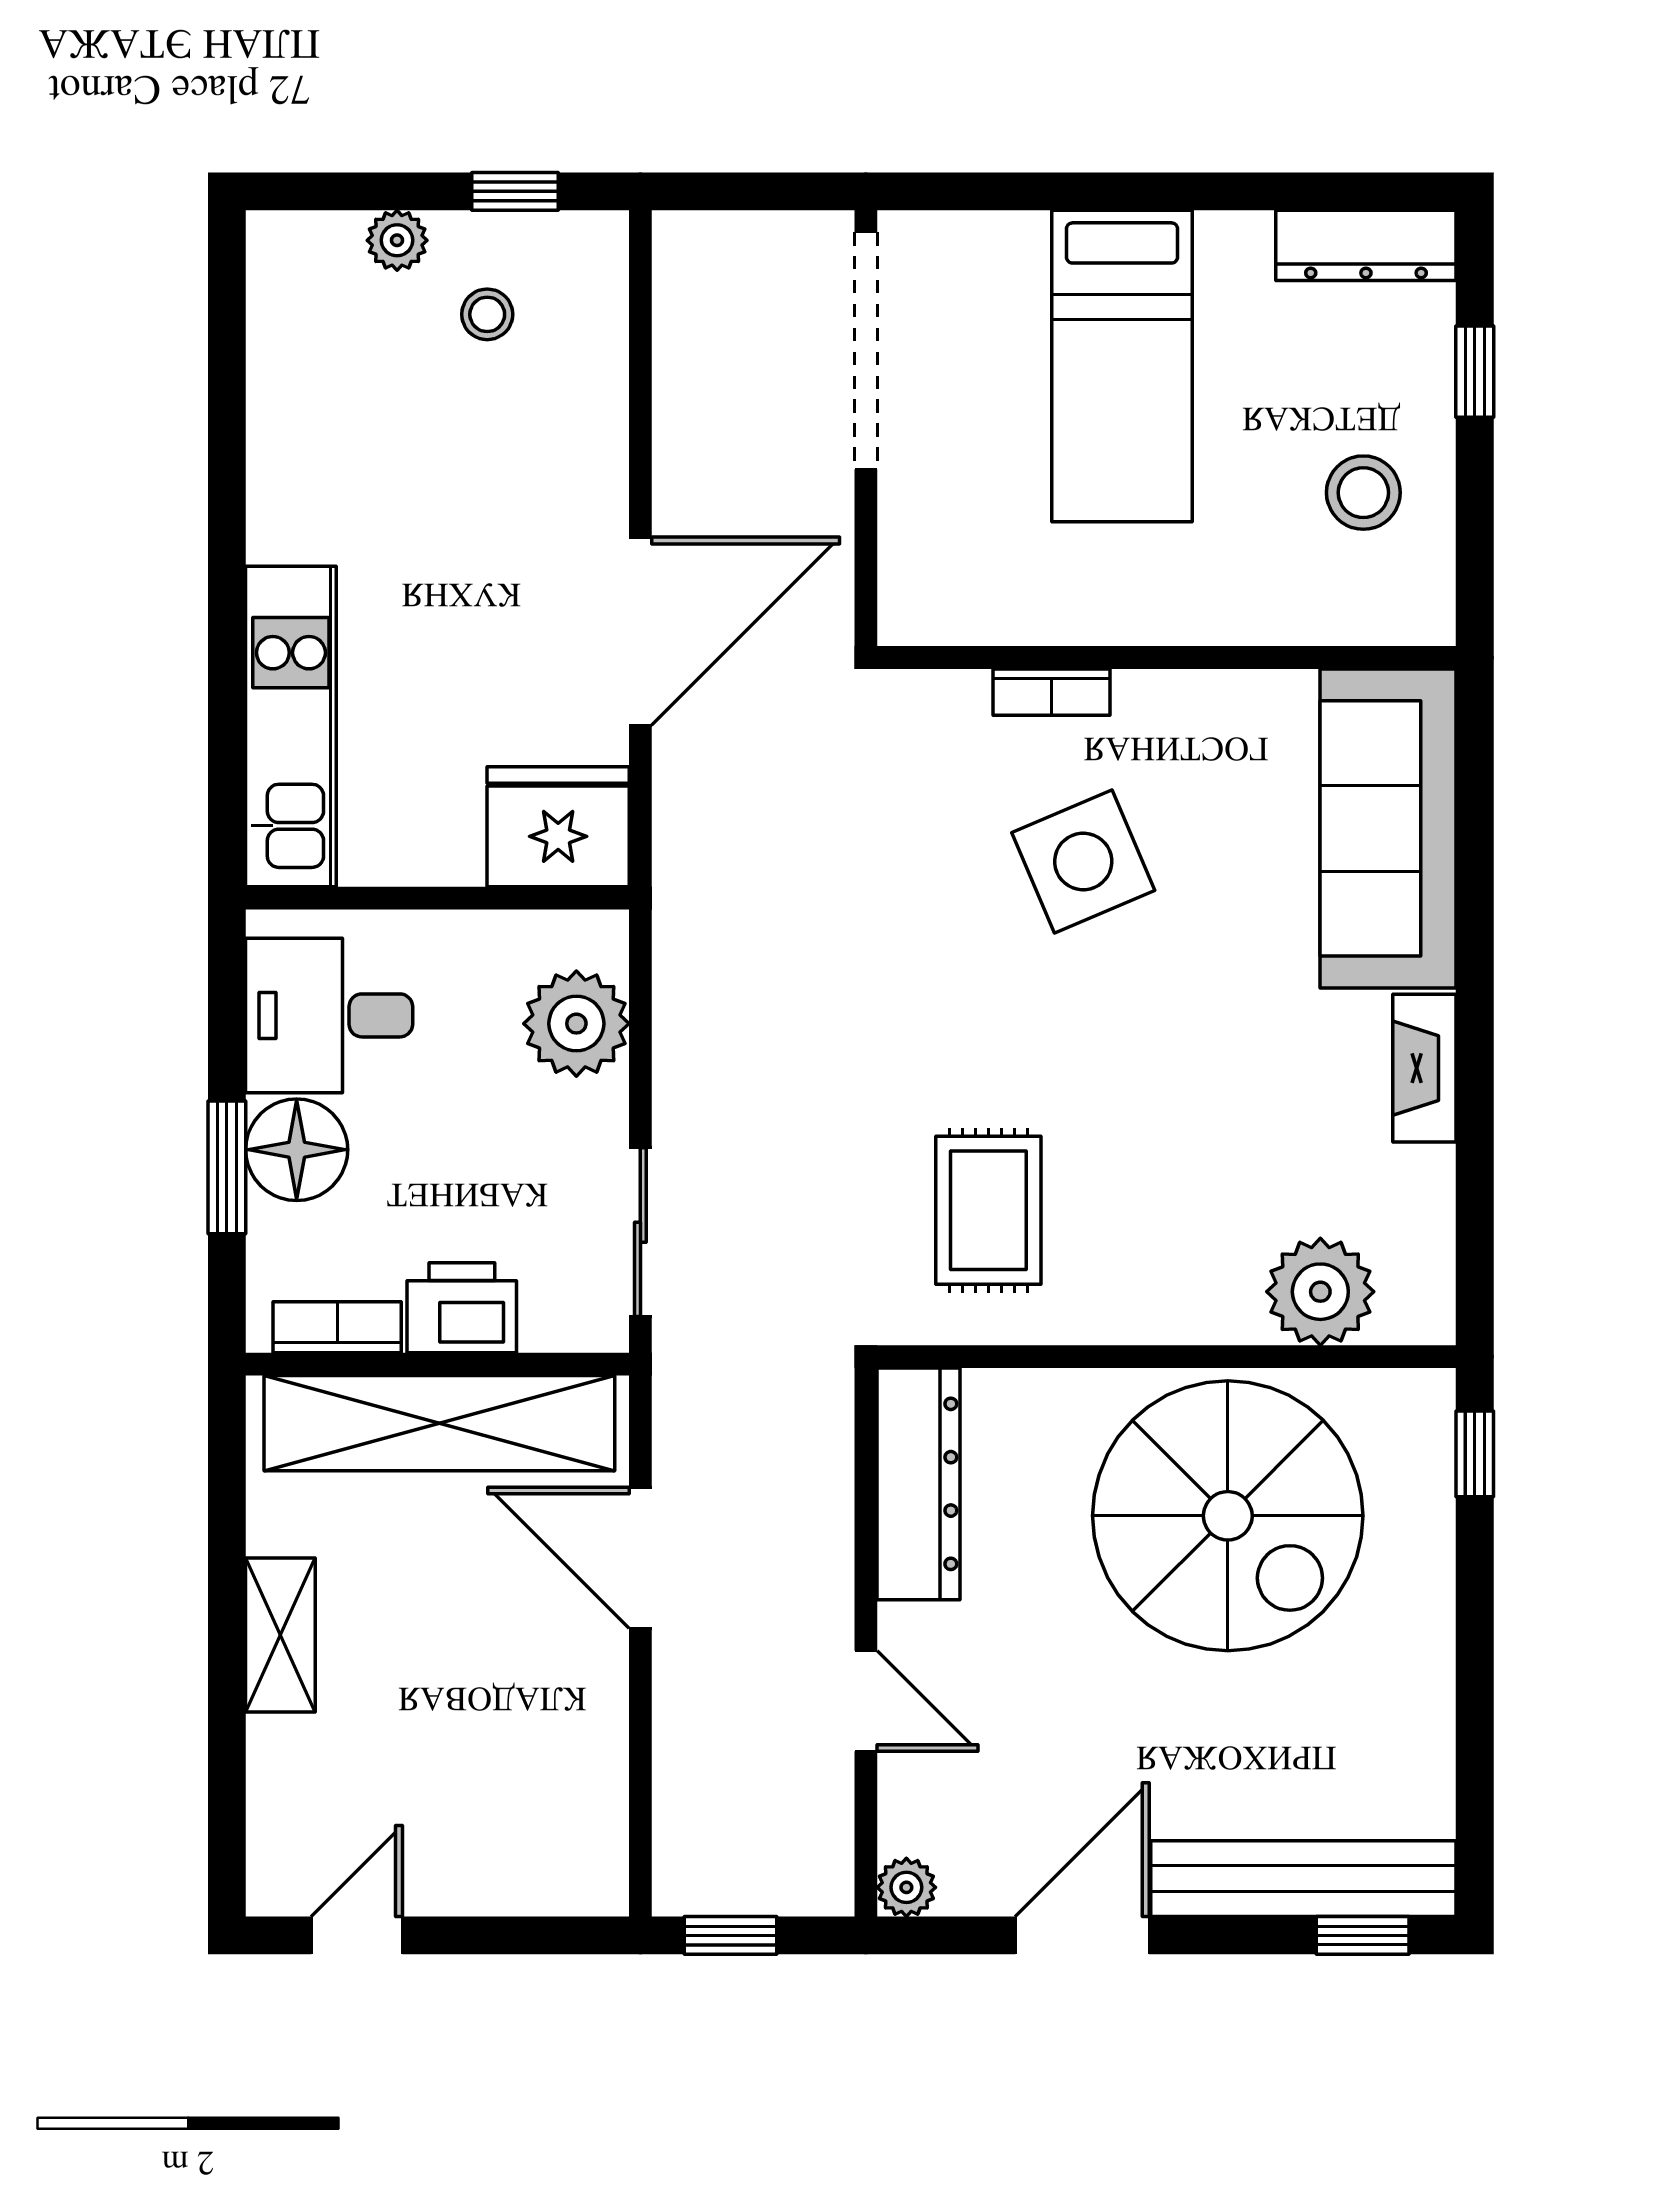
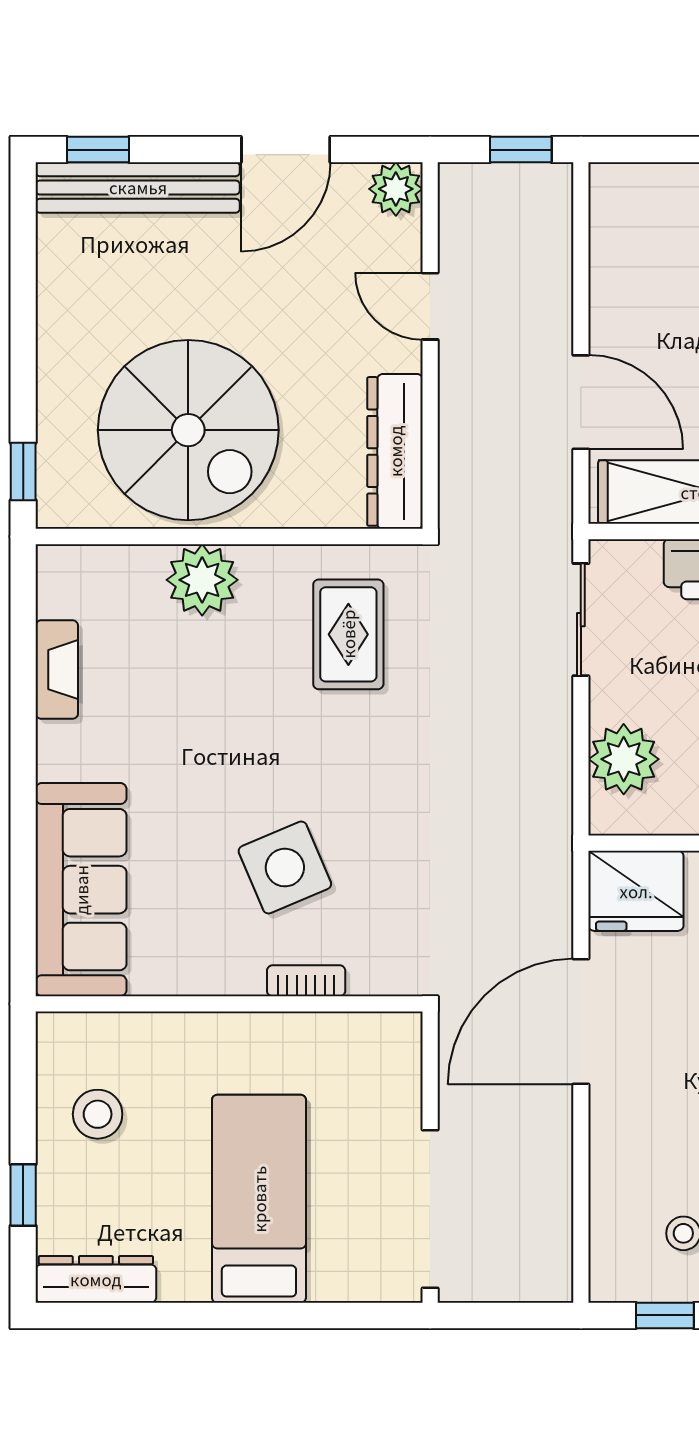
fireplace: (1424, 1068) -> (57, 670), moved
plant: (1320, 1292) -> (202, 580), moved
spiral stairs: (1228, 1516) -> (188, 430), turned 180
plant: (906, 1887) -> (396, 189), width x1.38, depth x1.38

